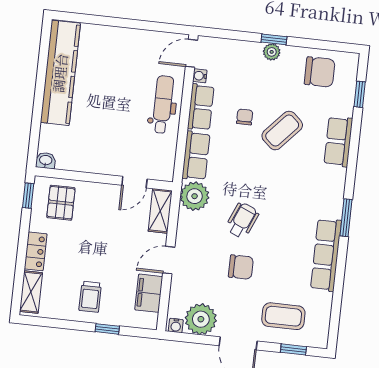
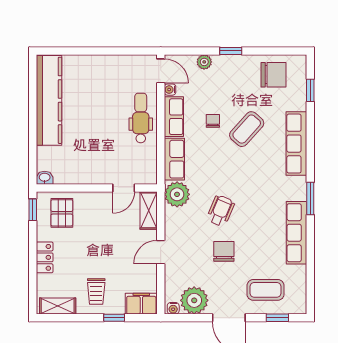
plant: (272, 52) -> (204, 62), moved
door: (192, 53) -> (161, 71), swing flipped
row of seats: (338, 142) -> (296, 144), width x1.48
chair: (241, 267) -> (224, 251), turned -90
shelving: (31, 292) -> (58, 306), moved, turned 90
filing cabinet: (149, 293) -> (141, 304), moved, turned 90

